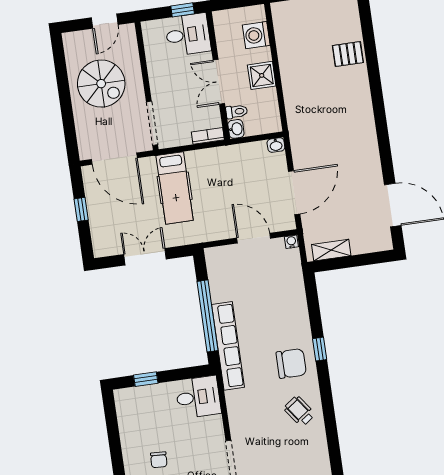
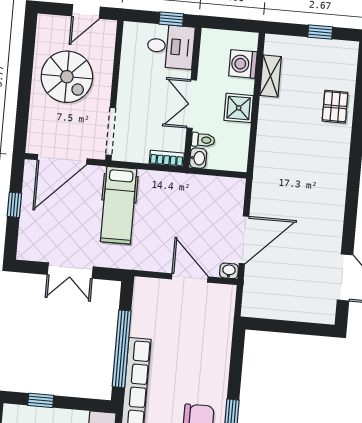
pallet: (348, 54) -> (335, 107), turned 90
washbasin: (276, 145) -> (229, 271), moved, turned 180
door: (114, 159) -> (62, 159), hinge flipped
water cooler: (291, 242) -> (229, 291), removed
shelving: (331, 250) -> (271, 76), moved, turned 90
double door: (145, 257) -> (70, 271), swing flipped

